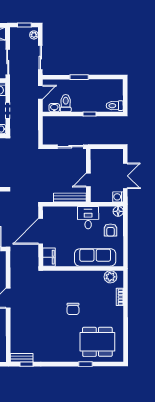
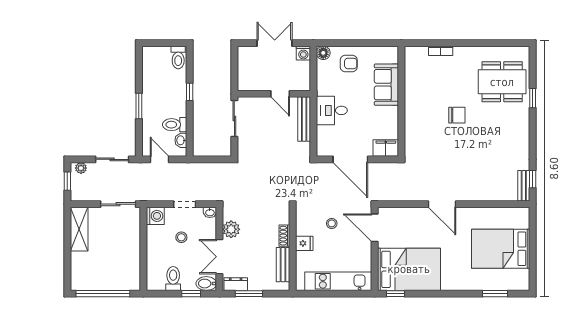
desk: (88, 218) -> (332, 110), moved
sofa: (95, 257) -> (386, 85), width x0.73
plant: (110, 277) -> (413, 64), removed
dining table: (97, 342) -> (502, 82), turned 90

